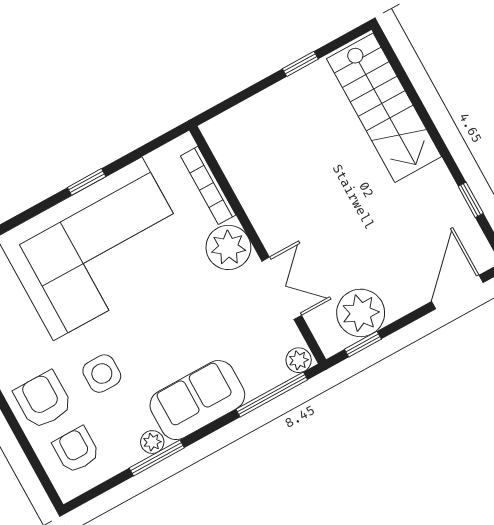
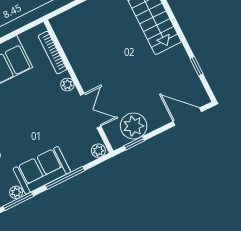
plant: (228, 247) -> (67, 84), width x0.53, depth x0.53
door: (457, 292) -> (187, 117), hinge flipped
window: (272, 395) -> (65, 178), moved

